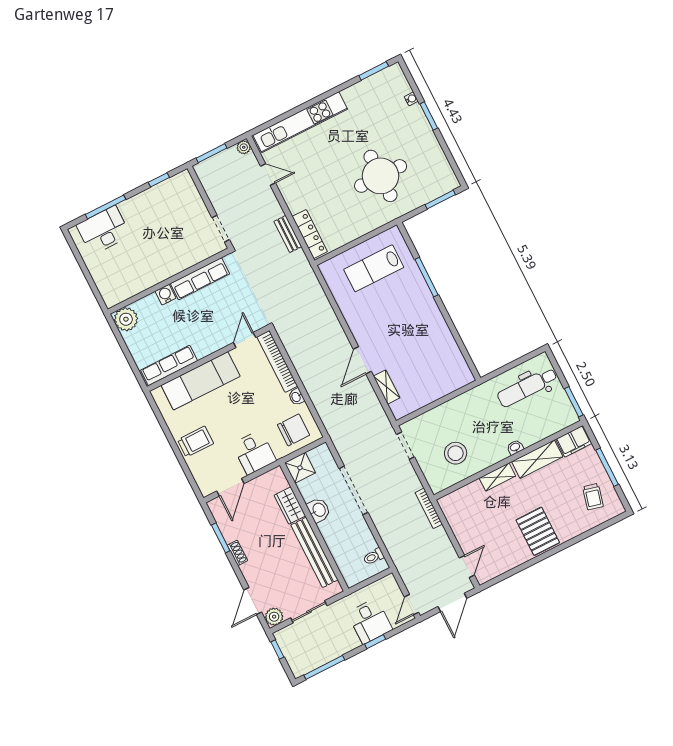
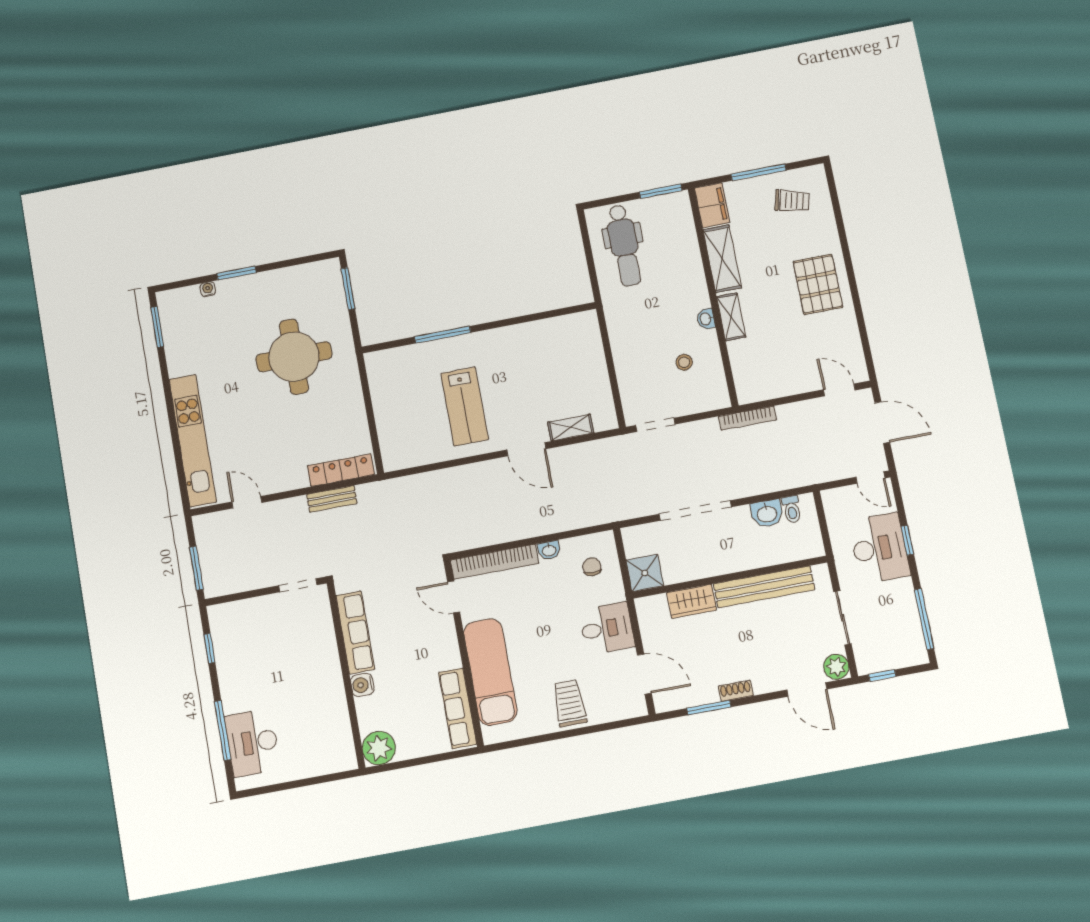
plant: (244, 147) -> (202, 524), removed
door: (268, 174) -> (247, 502), hinge flipped
lab bench: (374, 268) -> (465, 406), moved
chair: (293, 430) -> (592, 567), width x0.54, depth x0.54
washbasin: (515, 447) -> (706, 319), moved
stool: (456, 453) -> (684, 362), width x0.53, depth x0.53
washbasin: (319, 510) -> (767, 513), moved, turned 180
pallet: (538, 531) -> (818, 284), turned 90
desk: (370, 621) -> (879, 548), width x1.37

